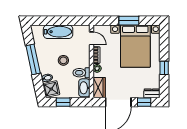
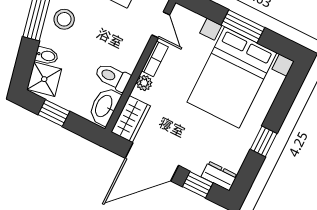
stool: (63, 60) -> (64, 19), moved

